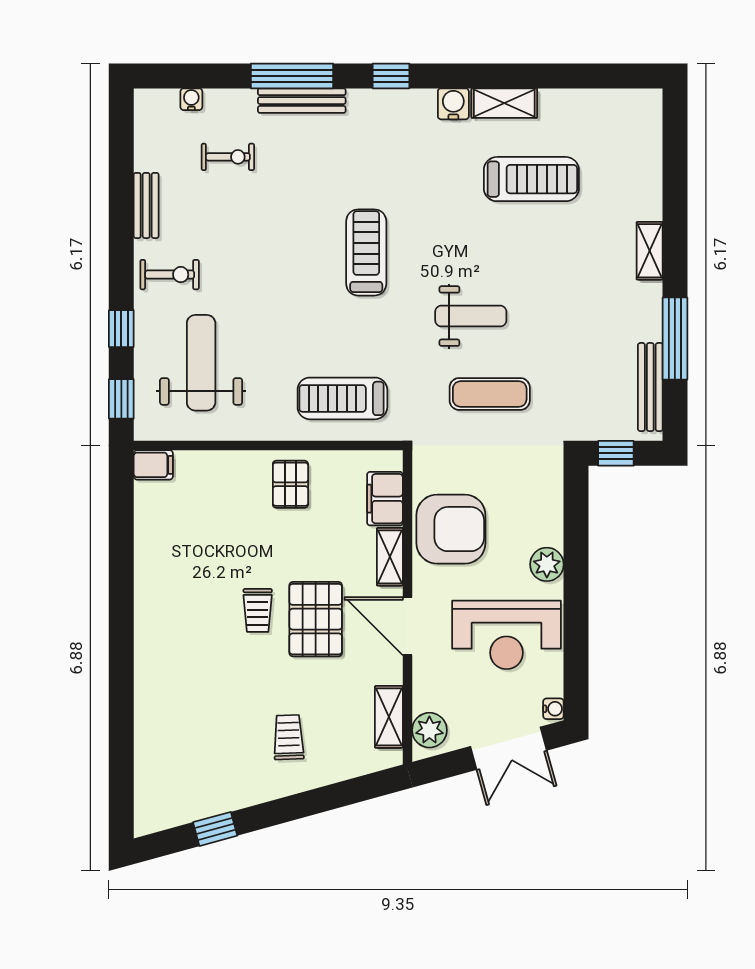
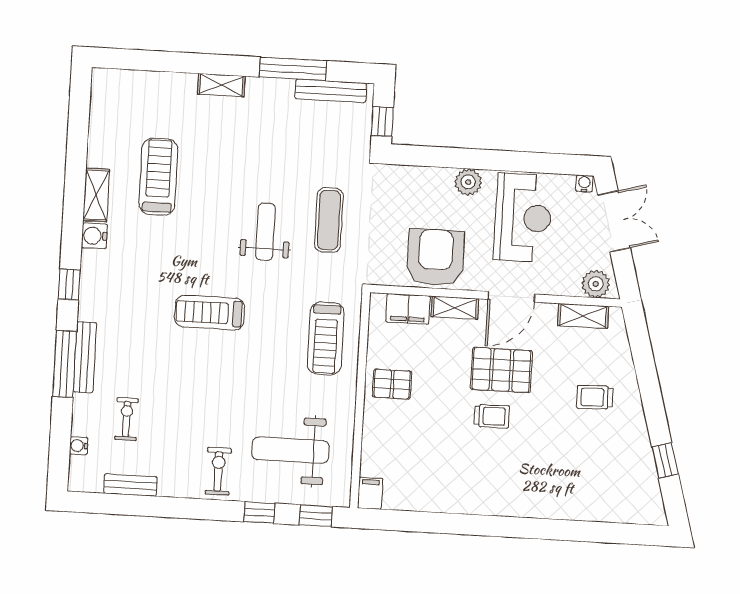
bench: (146, 205) -> (130, 485), moved

